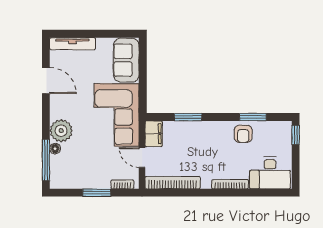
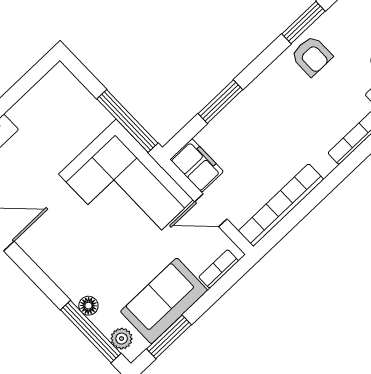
sofa: (126, 60) -> (164, 301), moved, turned 90
window: (143, 89) -> (127, 121), added
plant: (61, 131) -> (122, 339), moved, width x0.53, depth x0.53
window: (97, 193) -> (169, 337), moved

